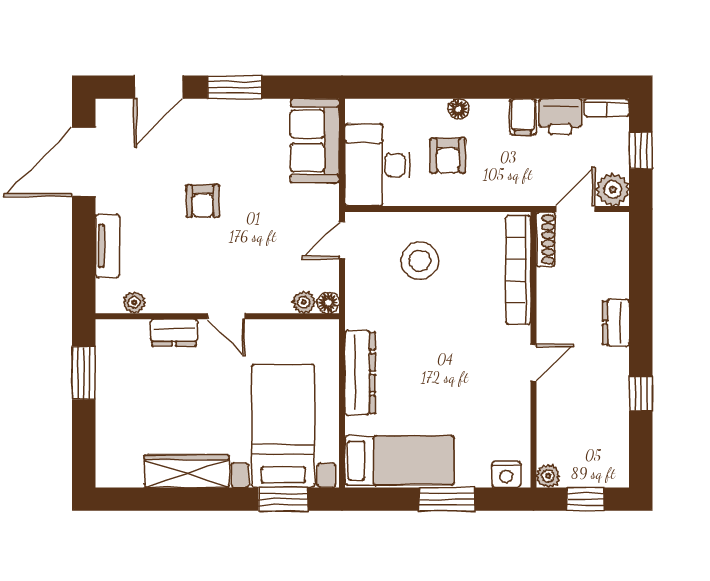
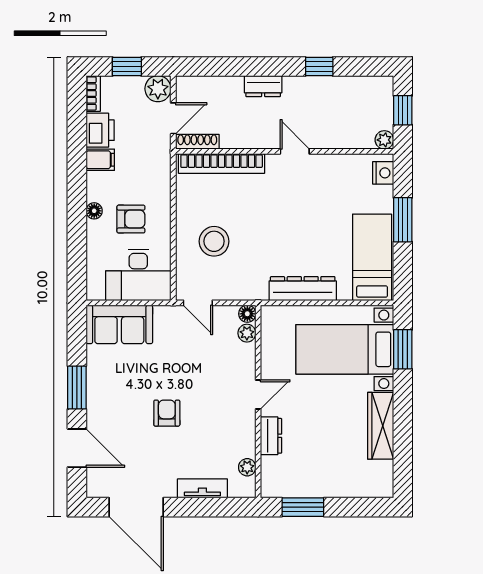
armchair: (203, 201) -> (167, 413), turned -90
door: (575, 209) -> (173, 118), swing flipped

